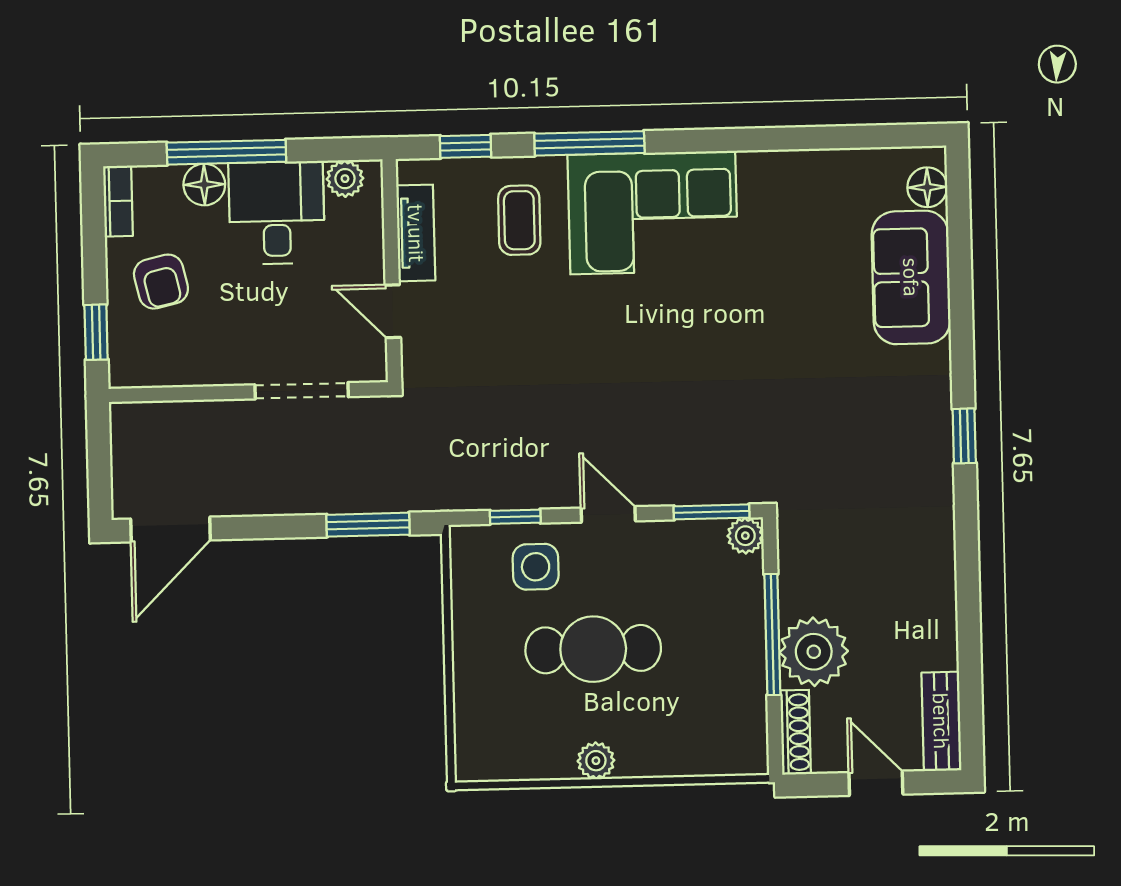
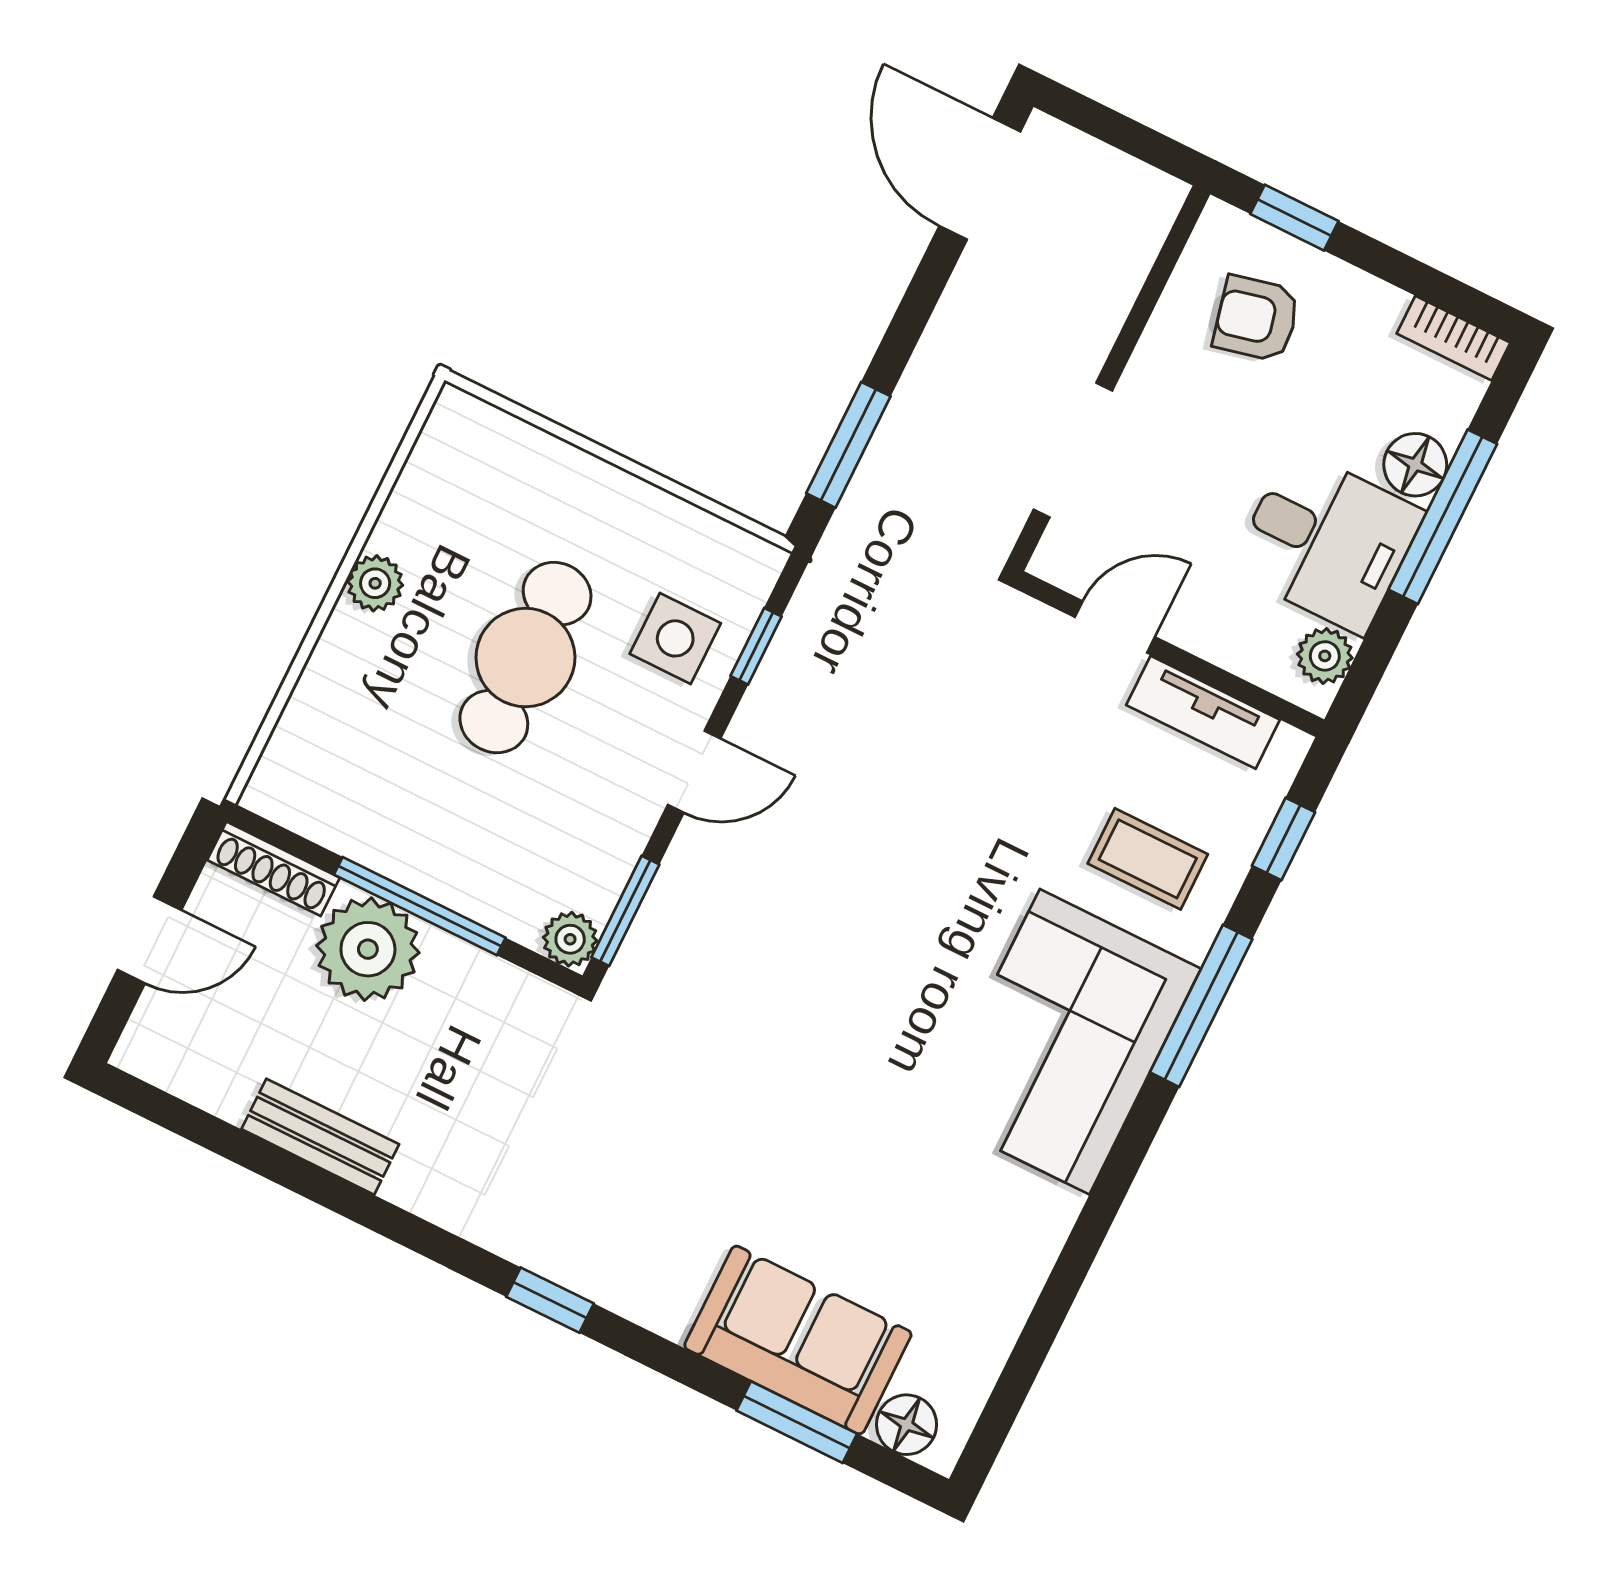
window: (960, 253) -> (797, 1422), added
armchair: (161, 282) -> (1256, 319), moved
bench: (941, 721) -> (320, 1137), moved

